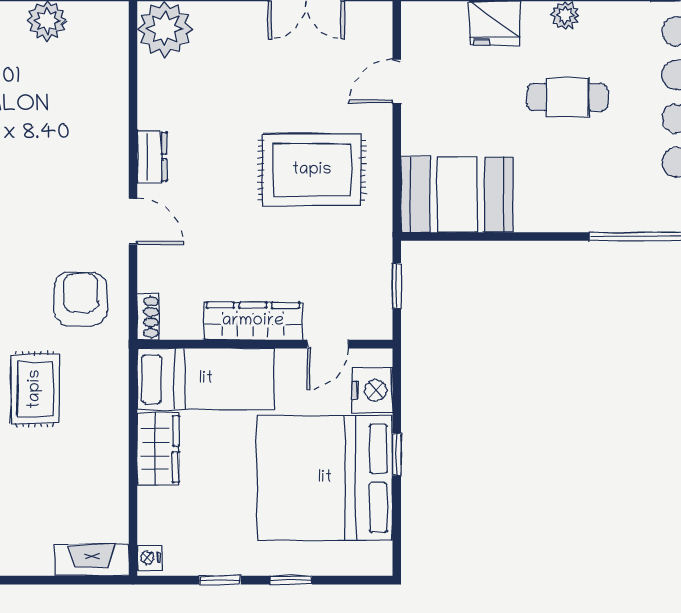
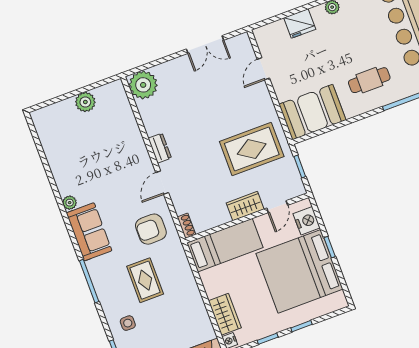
cafe table: (568, 97) -> (369, 80), moved
rug: (312, 170) -> (252, 149), moved
door: (133, 221) -> (162, 183), swing flipped
armchair: (81, 299) -> (151, 229), turned -90
wardrobe: (253, 321) -> (245, 206), width x0.67
wardrobe: (158, 449) -> (225, 314), moved

